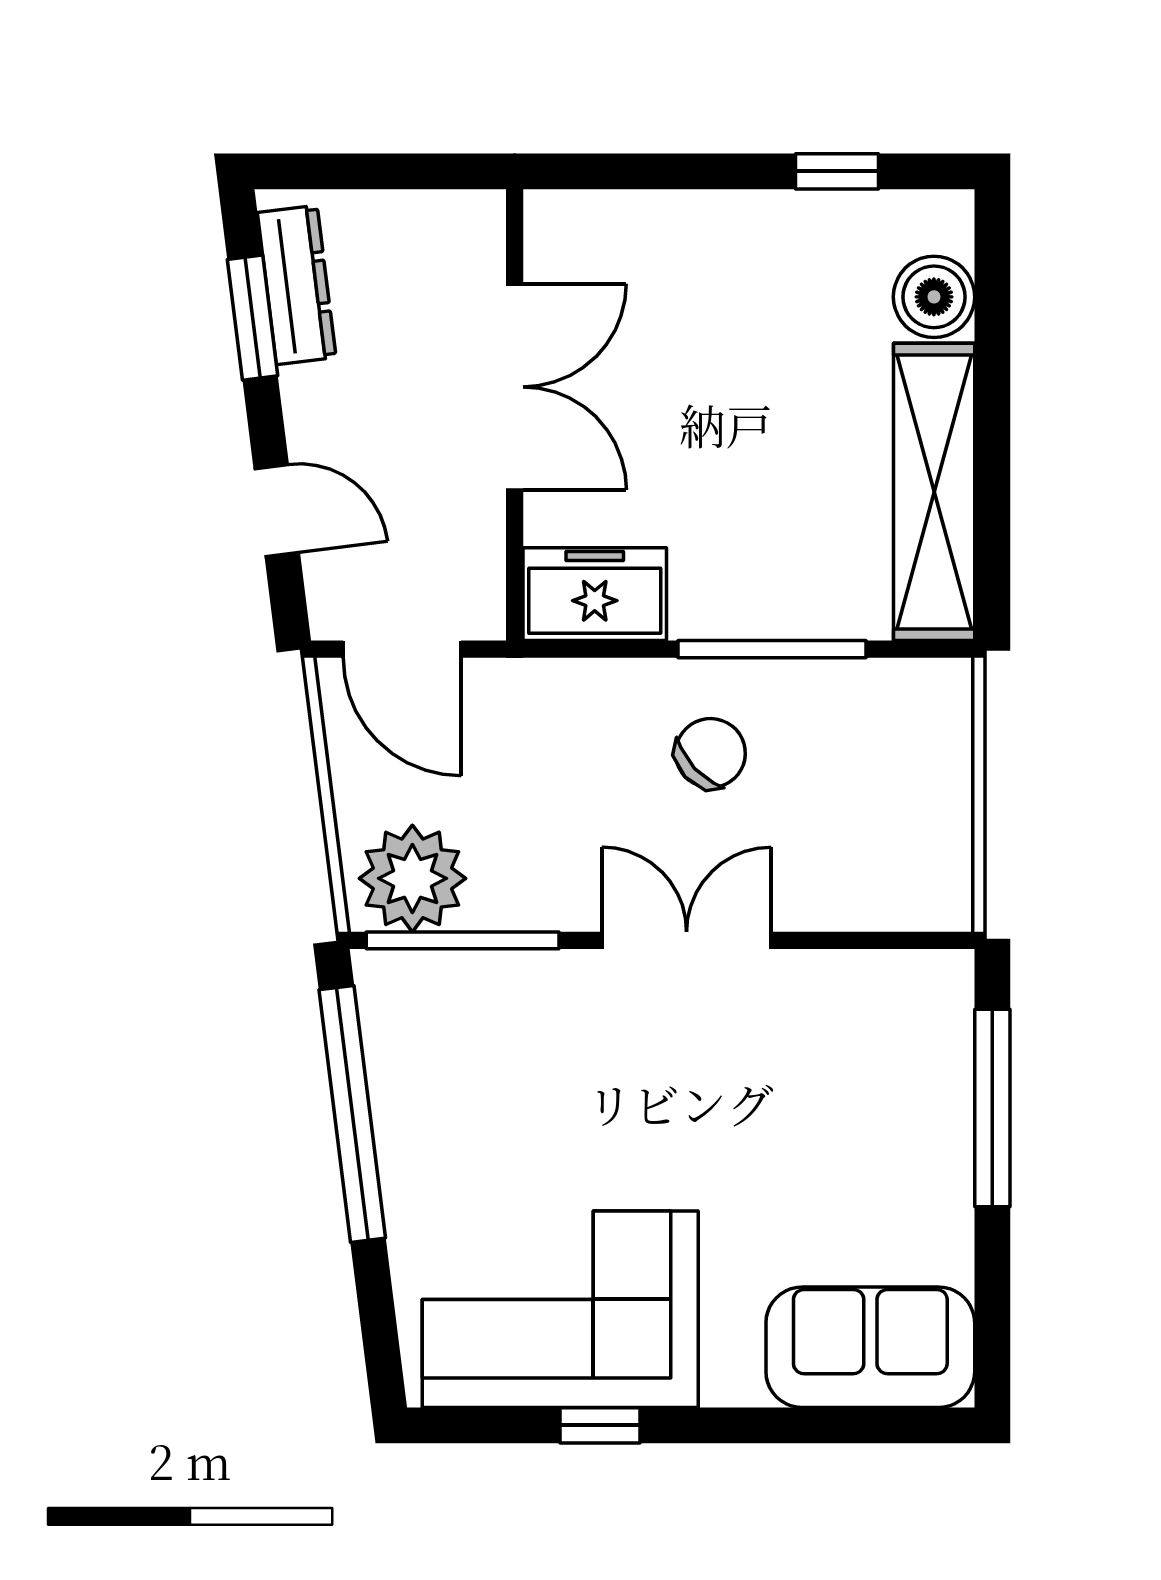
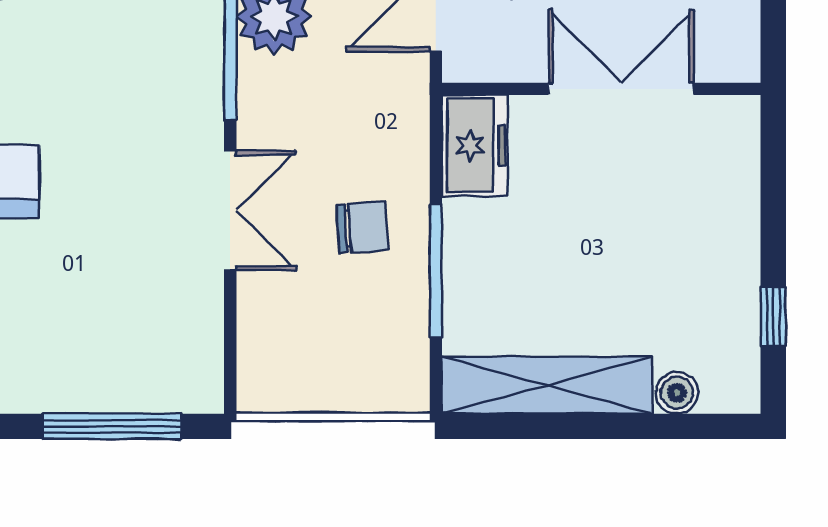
boiler: (934, 297) -> (677, 393), width x0.73, depth x0.73
double door: (515, 387) -> (621, 89), swing flipped
chair: (711, 753) -> (362, 227), turned -51

